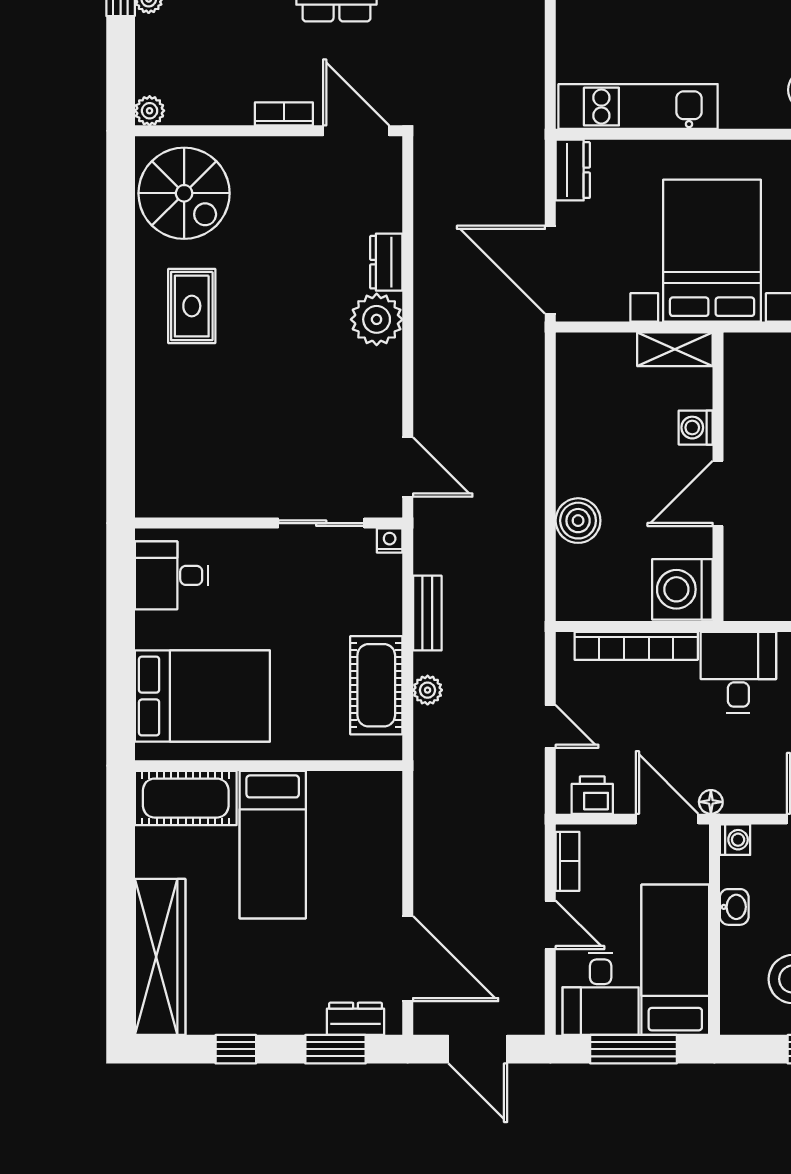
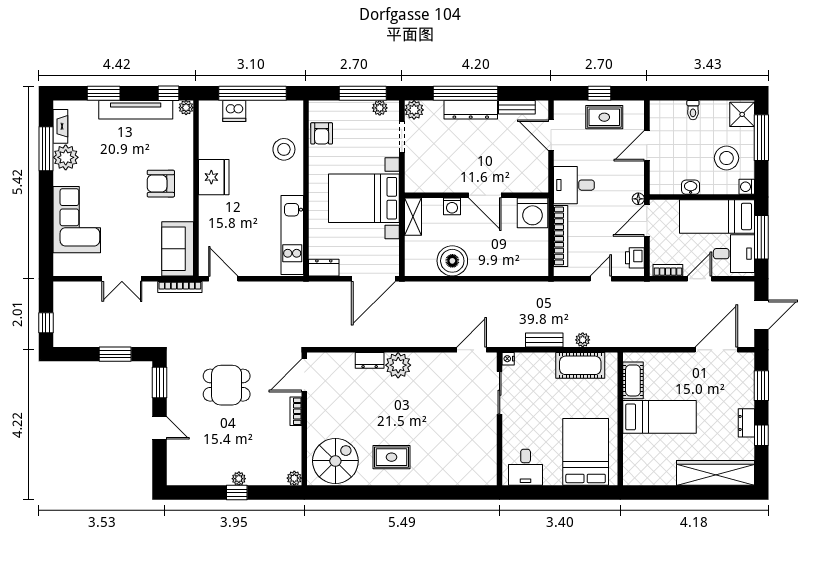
boiler: (578, 521) -> (452, 261), moved, width x1.37, depth x1.37
cot: (186, 798) -> (633, 380), moved, width x0.73, depth x0.75
washing machine: (735, 840) -> (747, 187), moved, turned -90
dresser: (356, 1019) -> (746, 423), moved

